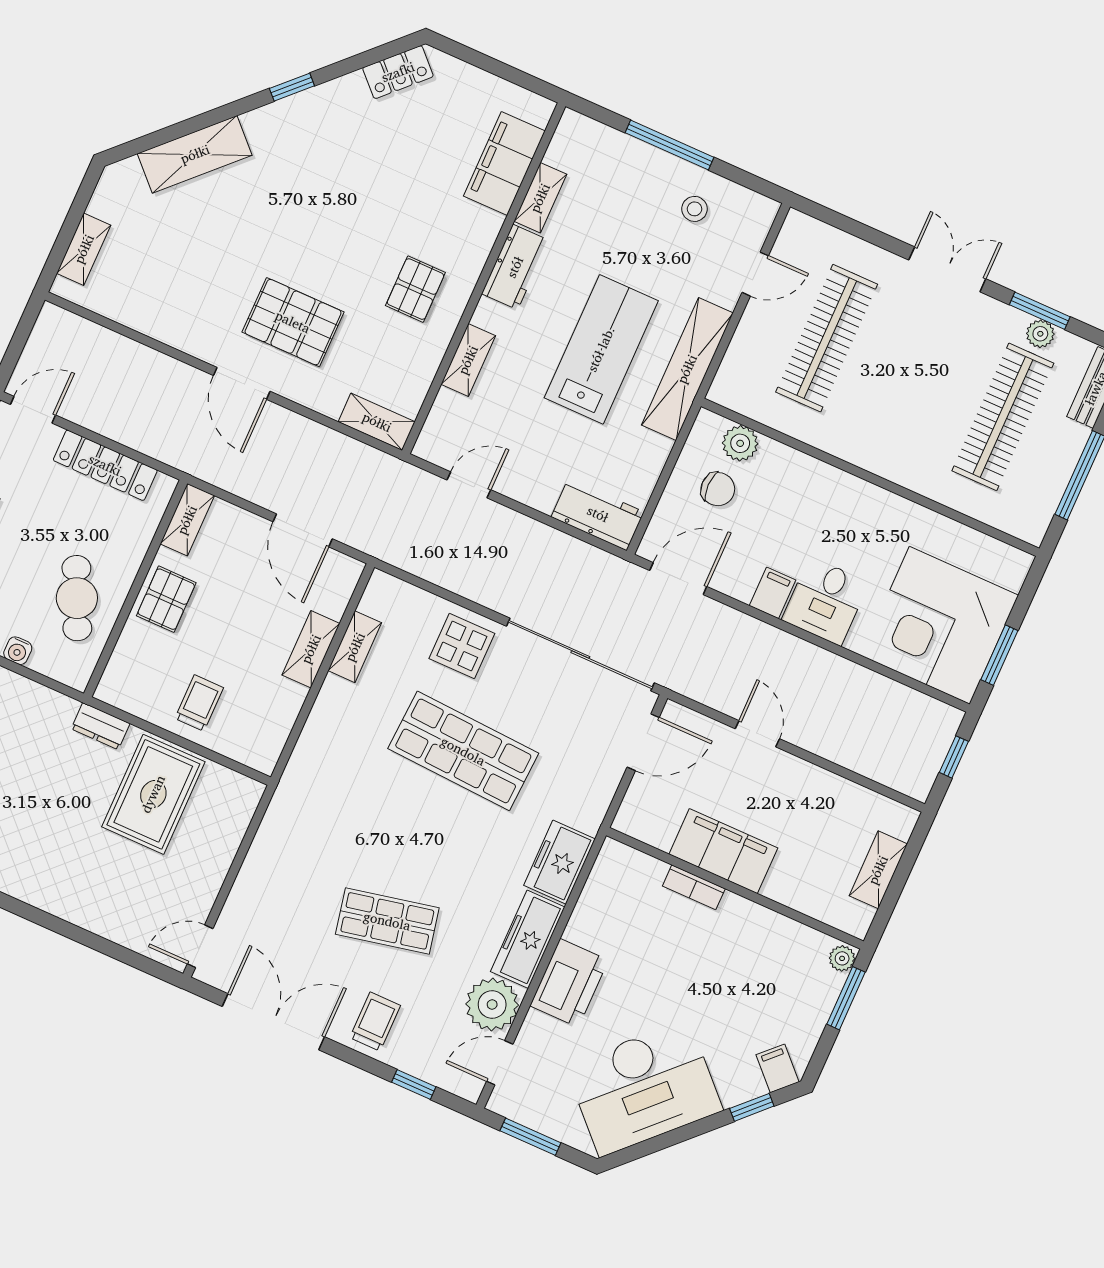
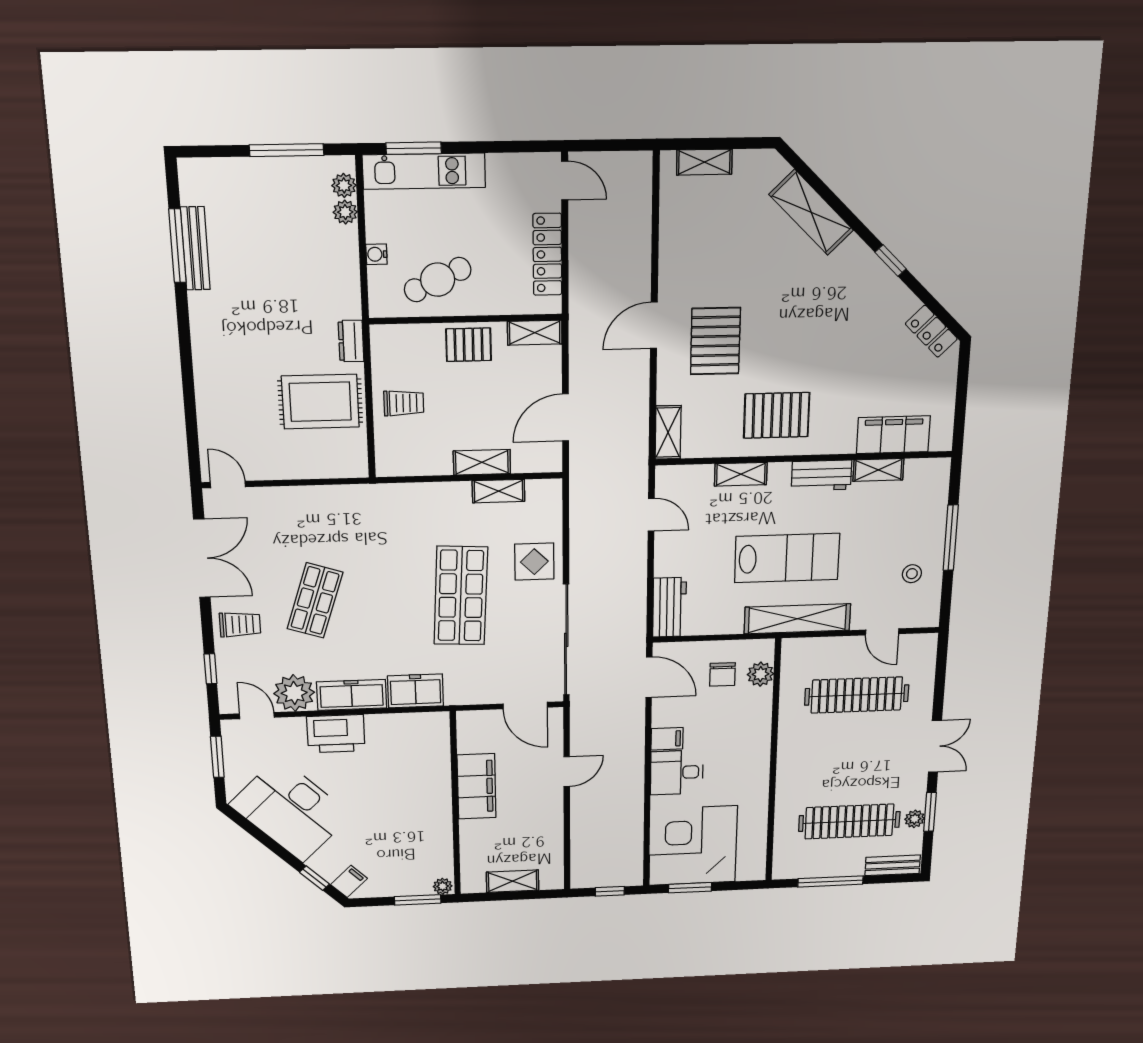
pallet: (415, 289) -> (777, 415), width x1.50, depth x1.42
bookcase: (694, 887) -> (443, 780), removed
shop shelf: (387, 921) -> (315, 600), turned 30

